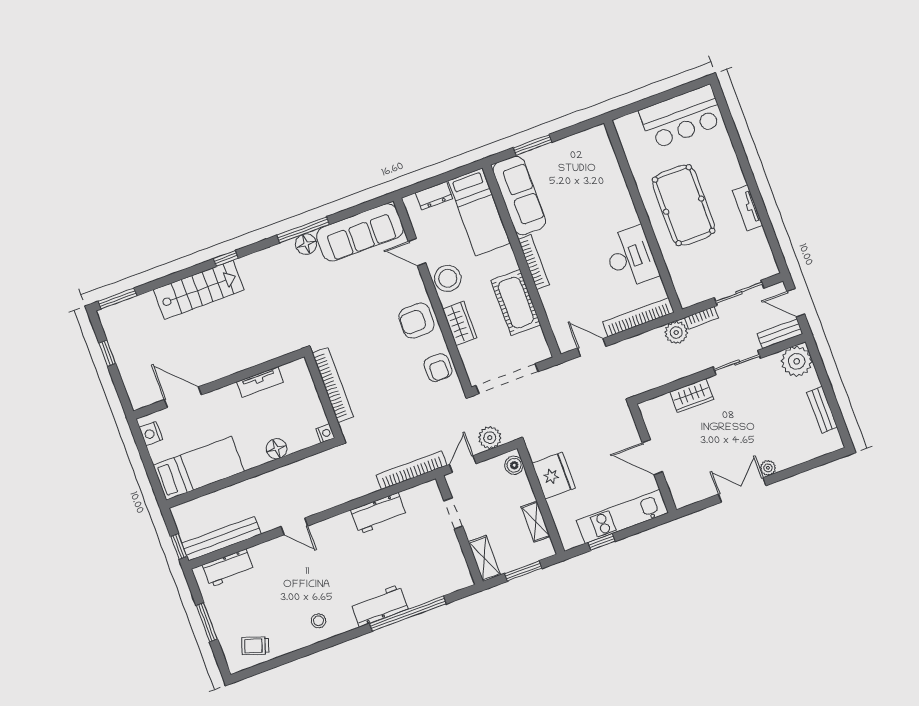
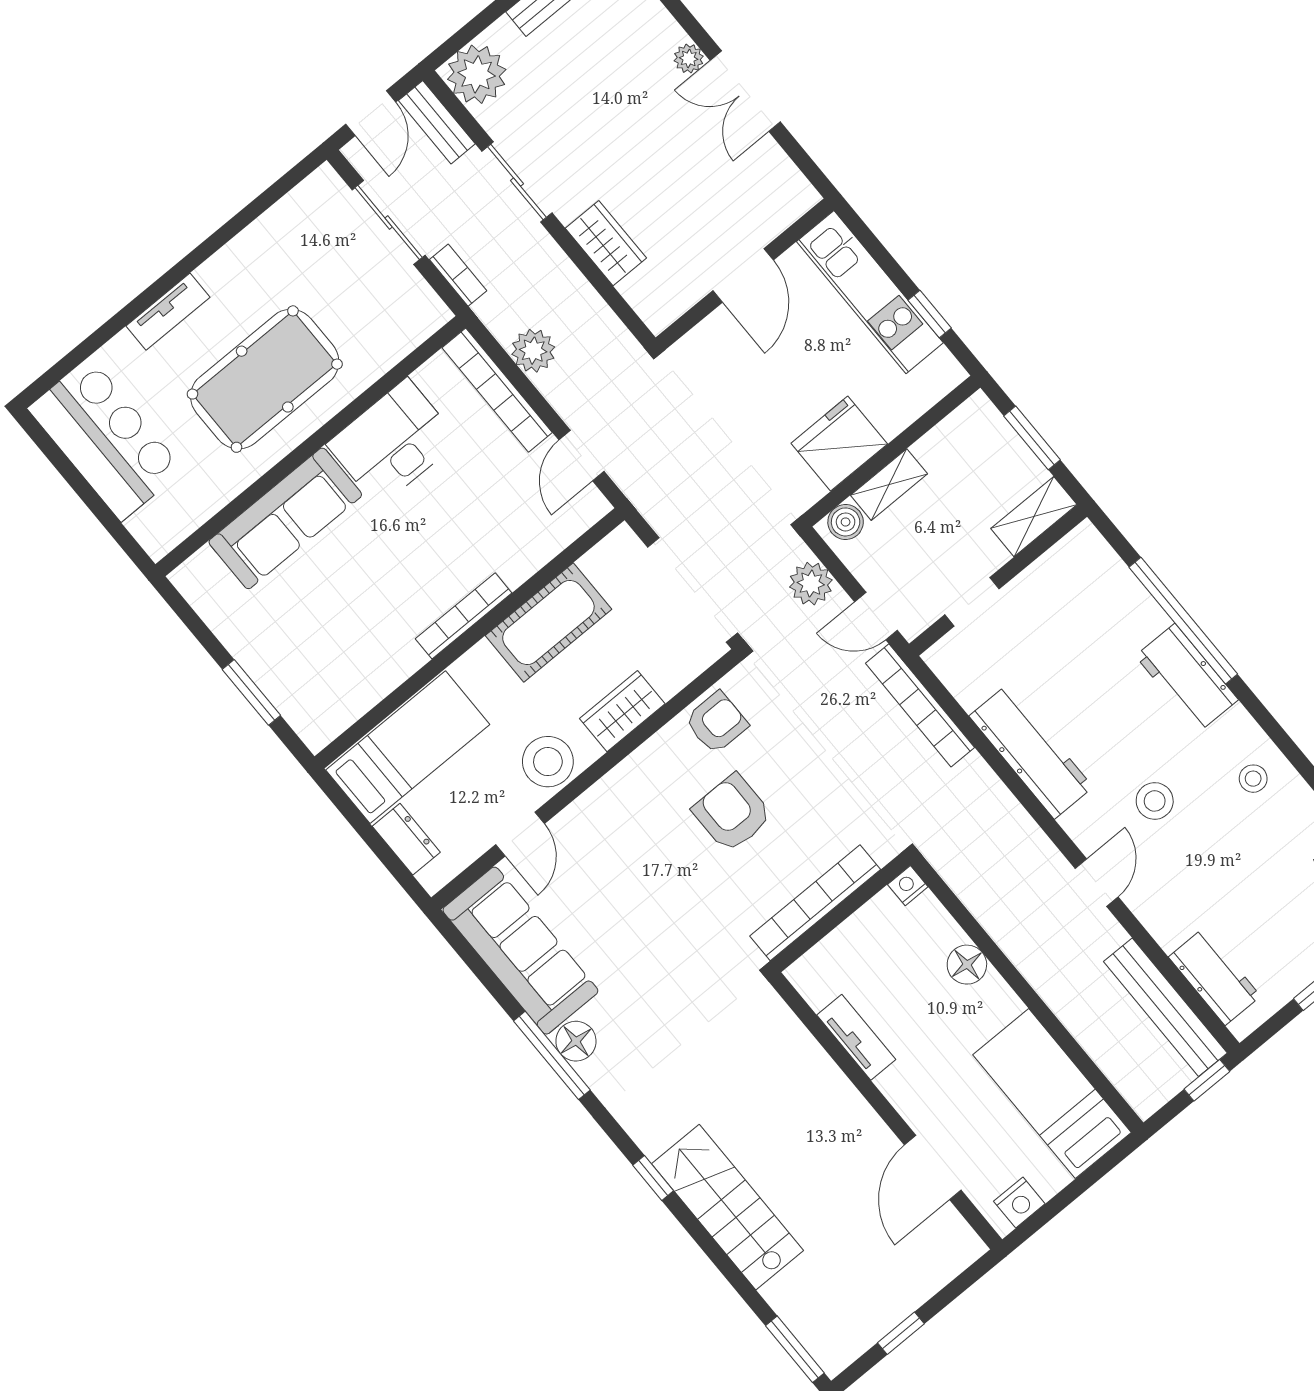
sofa: (519, 196) -> (285, 518), moved, turned 180
tv unit: (748, 208) -> (168, 312), moved
armchair: (416, 321) -> (732, 813), moved, turned 180
plant: (676, 332) -> (533, 351), moved
workbench: (379, 513) -> (1031, 752), width x1.38
shelving: (536, 522) -> (889, 485), moved
stool: (324, 569) -> (1155, 801), added

